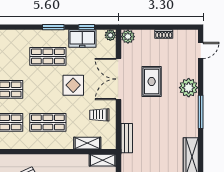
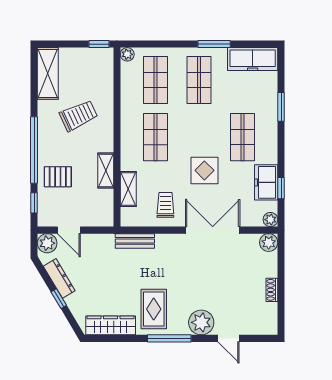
window: (53, 27) -> (281, 107), moved
door: (201, 50) -> (228, 338), moved
rug: (152, 82) -> (154, 309), moved, turned 90
shelving: (103, 160) -> (106, 170), moved

